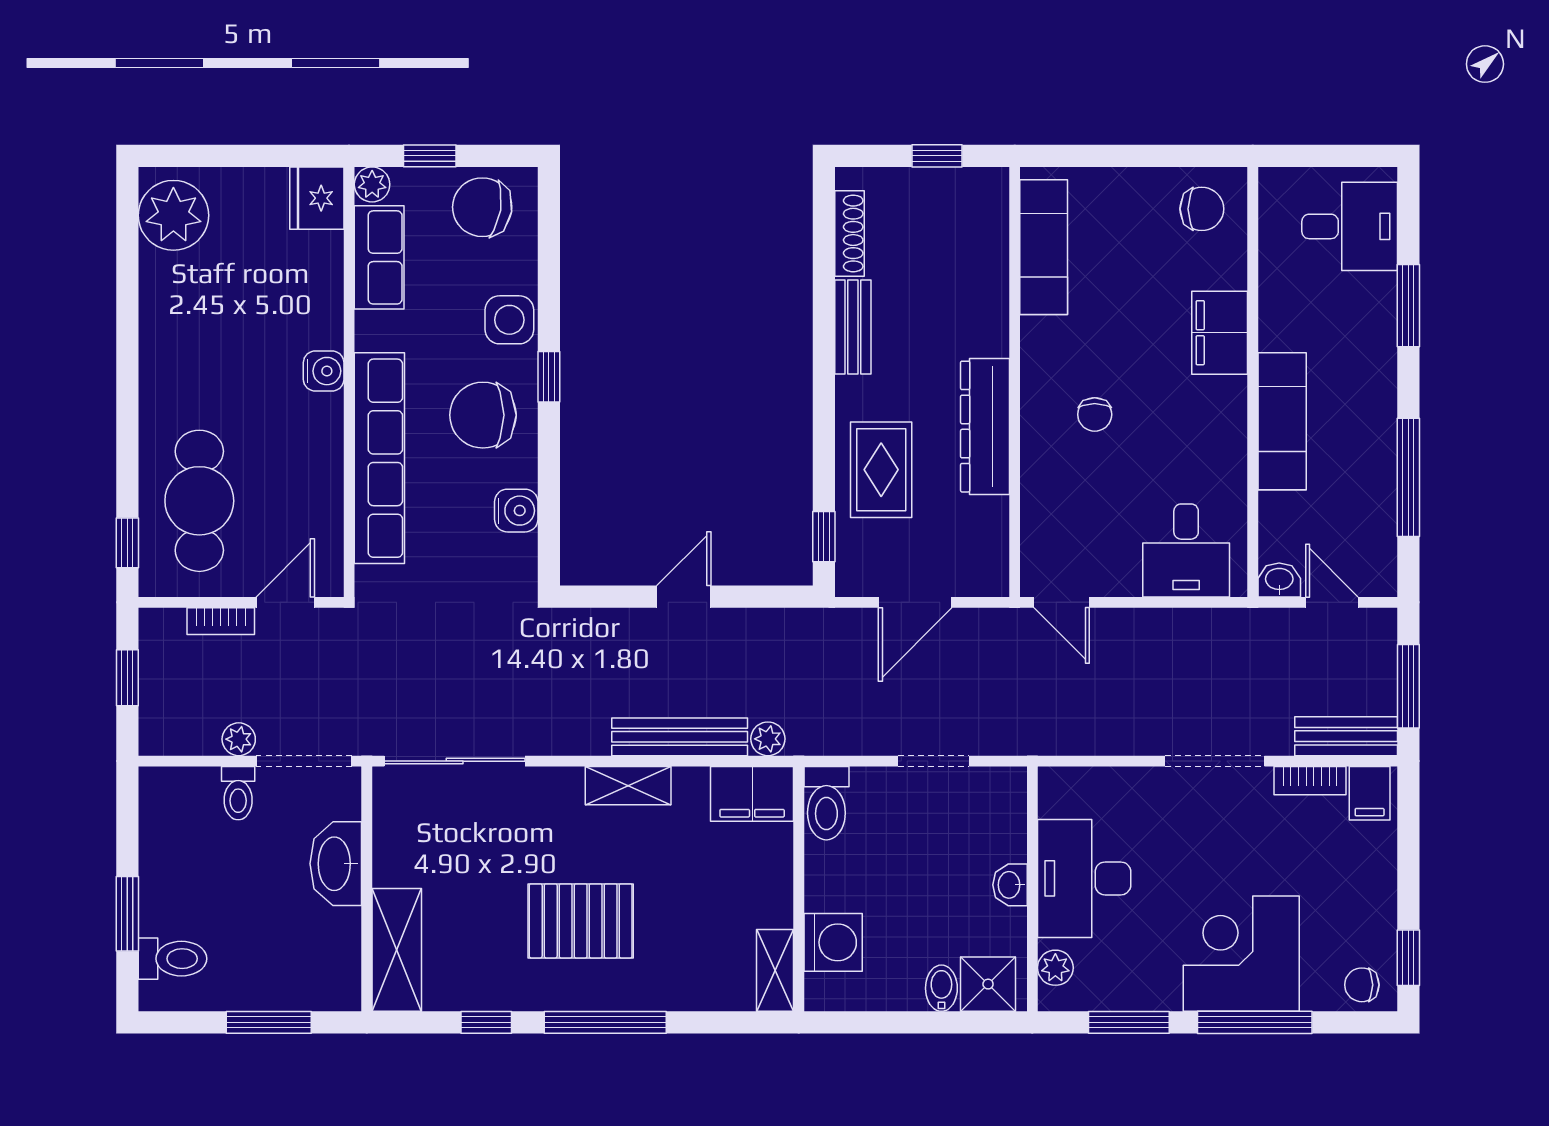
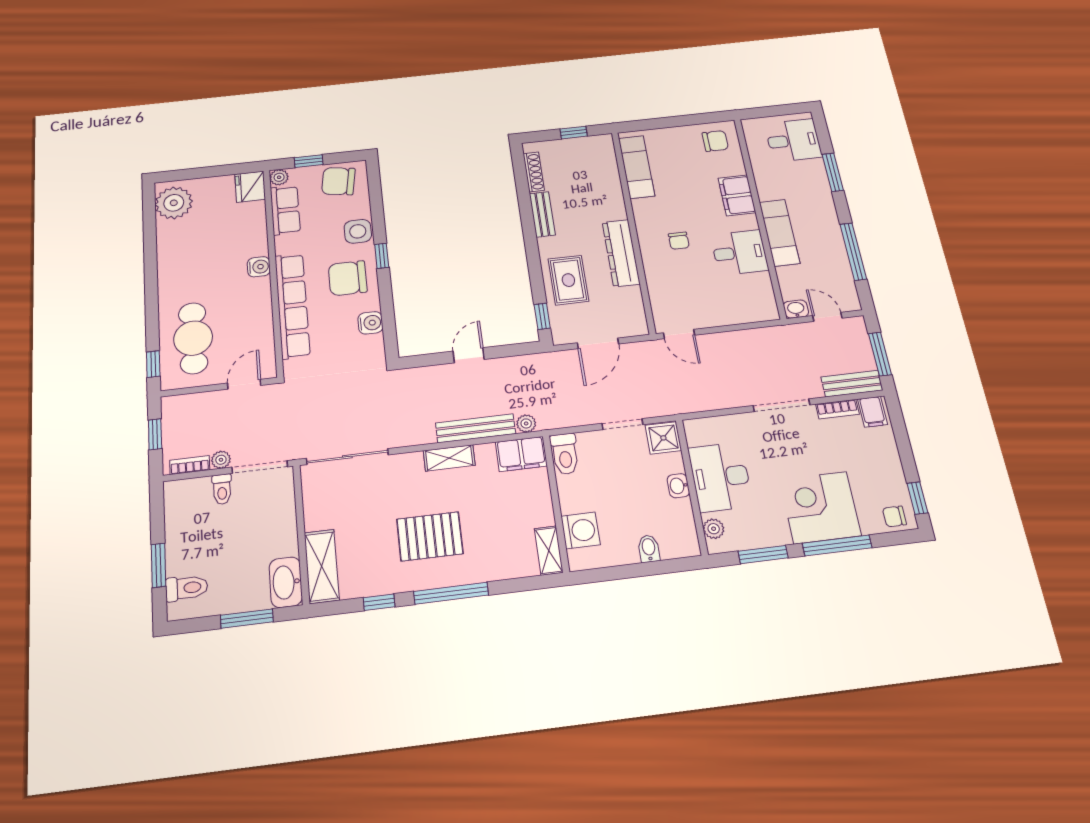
desk: (1186, 550) -> (740, 253), moved, turned -90
bookcase: (221, 621) -> (190, 465), moved, turned 180
washbasin: (336, 864) -> (286, 582), moved
shower: (988, 984) -> (663, 438), moved

